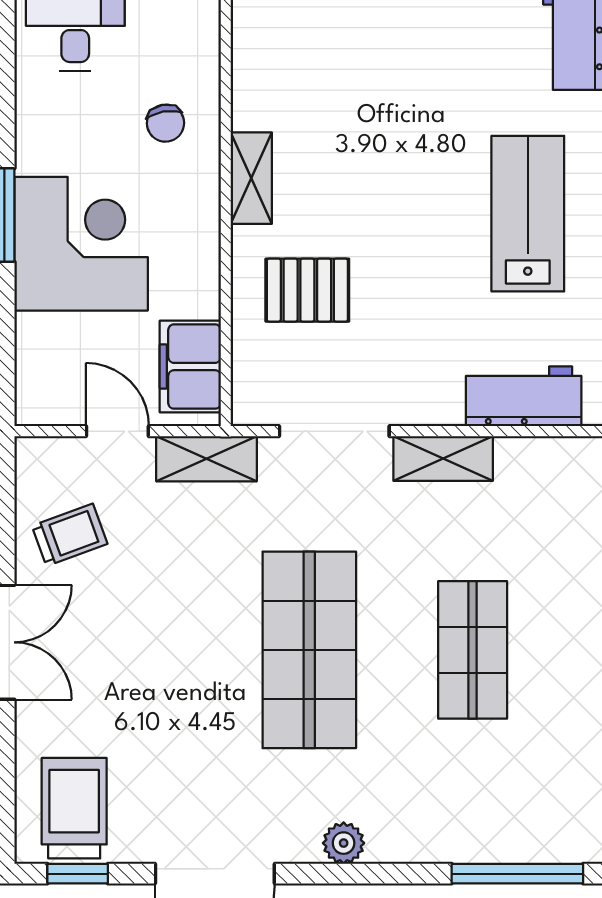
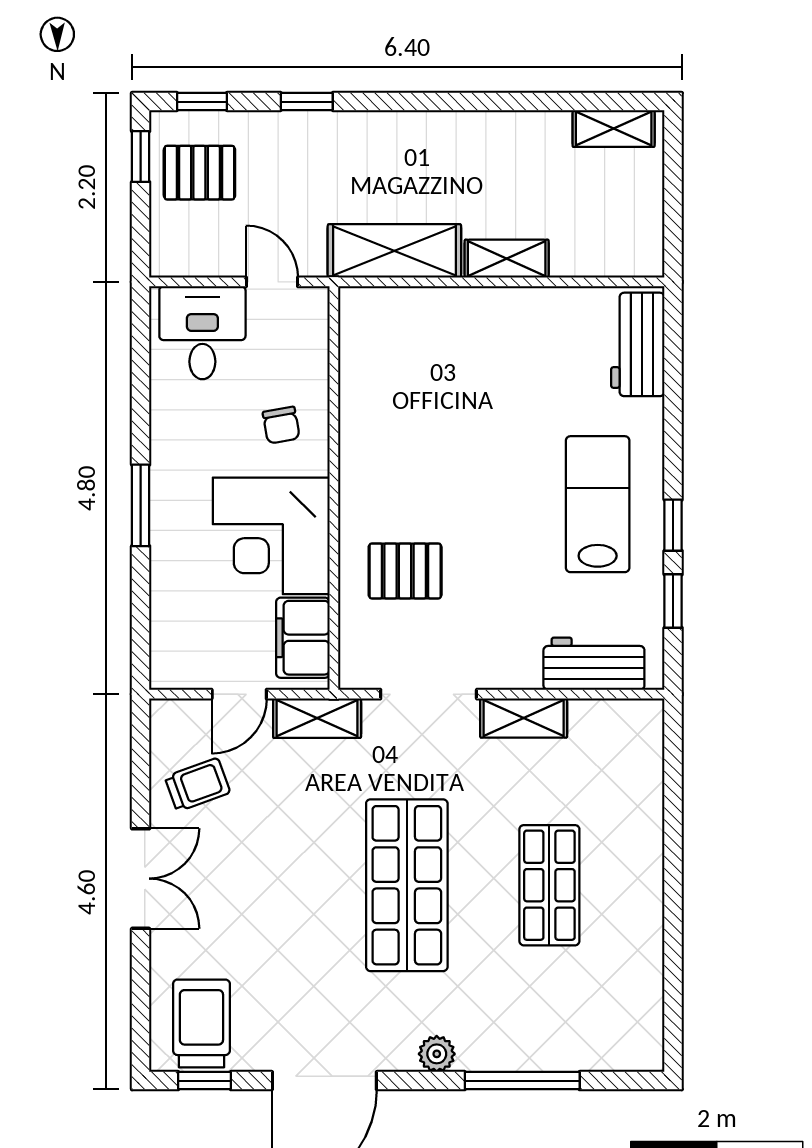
shelving: (251, 178) -> (356, 473), removed
corner desk: (81, 244) -> (271, 536), moved, turned 180
door: (117, 431) -> (239, 694), swing flipped
window: (517, 874) -> (522, 1081), moved

